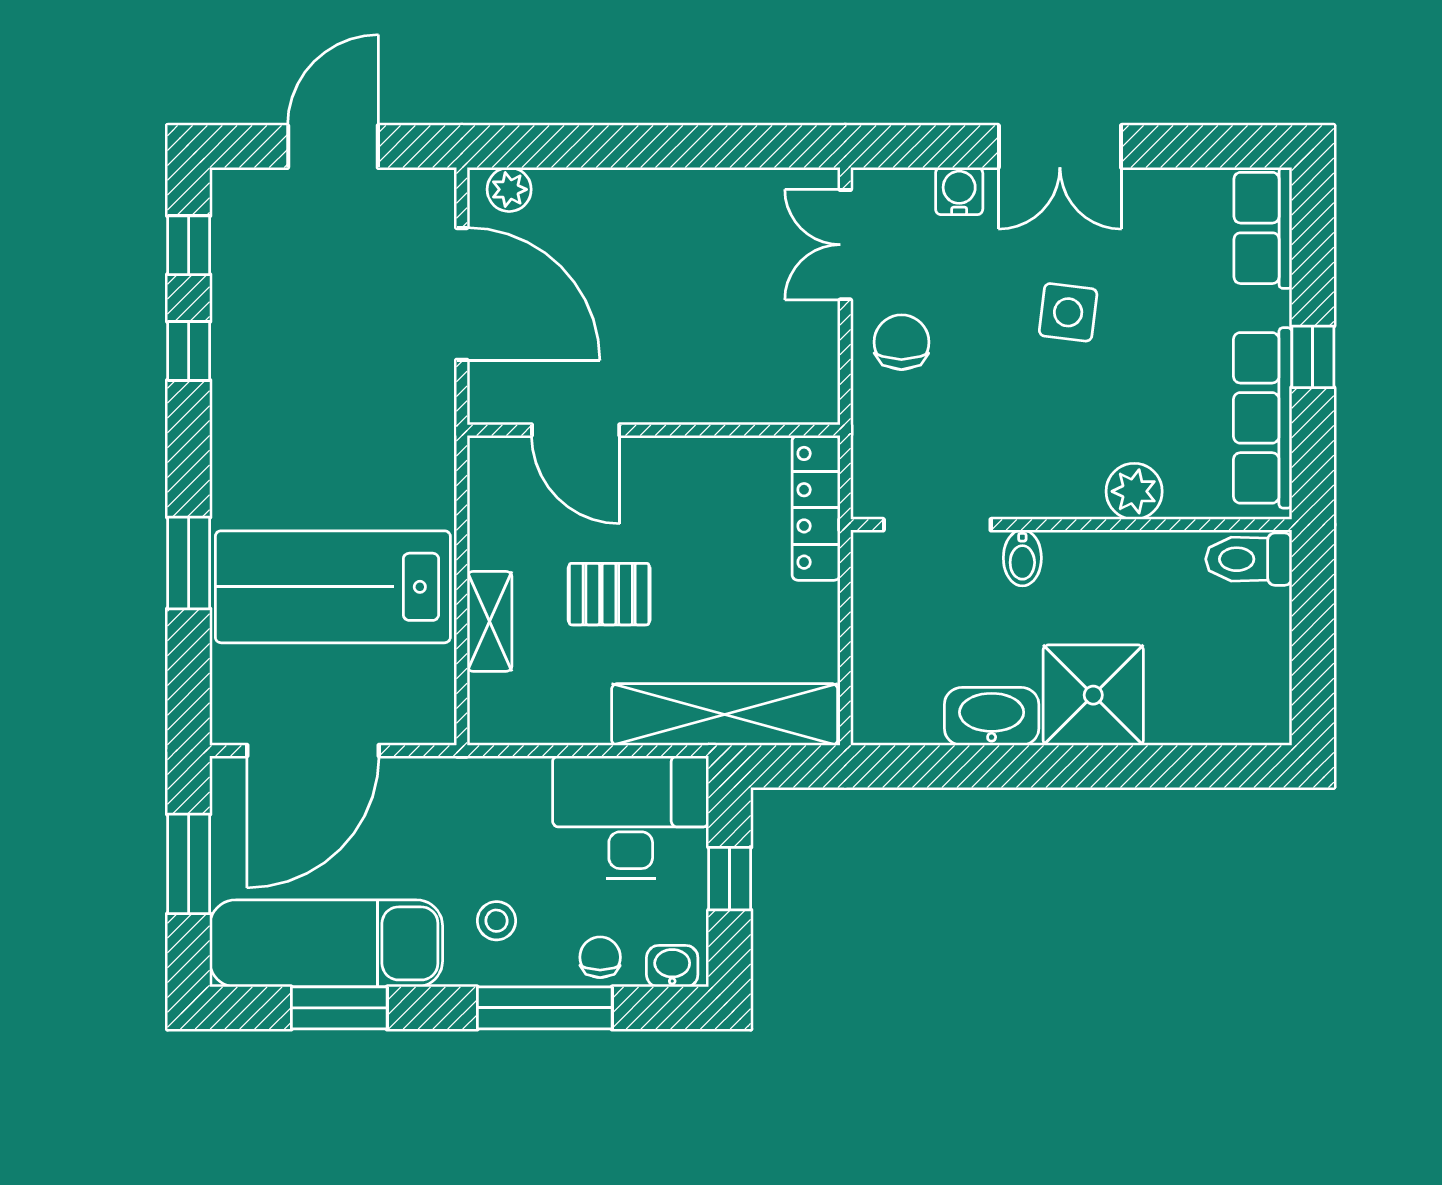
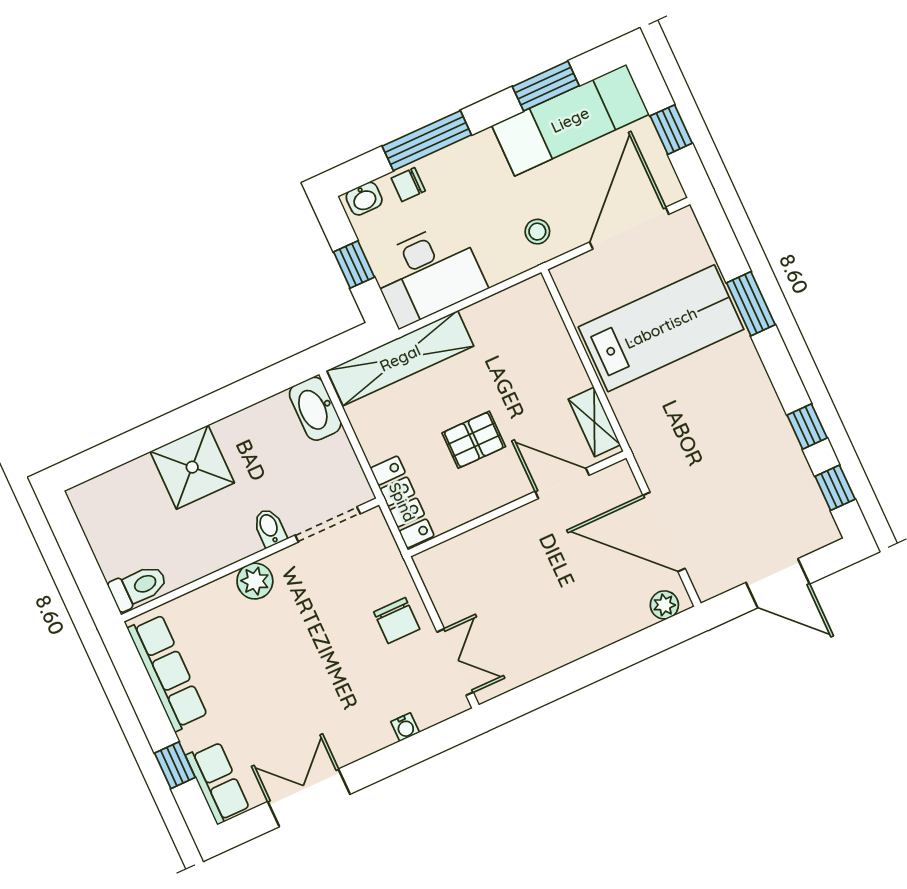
door: (333, 146) -> (778, 583), hinge flipped
double door: (1060, 146) -> (309, 798), moved
water cooler: (959, 191) -> (405, 727), width x0.72, depth x0.72
side table: (1068, 312) -> (308, 682), removed
window: (1313, 357) -> (175, 765), moved
plant: (1134, 491) -> (255, 581), moved
pallet: (609, 594) -> (474, 440), moved
shelving: (490, 621) -> (594, 422), moved
washbasin: (992, 716) -> (315, 409), moved, turned 90
window: (189, 864) -> (671, 130), width x0.67
stool: (496, 921) -> (537, 232), moved
chair: (600, 957) -> (408, 185), turned 90

